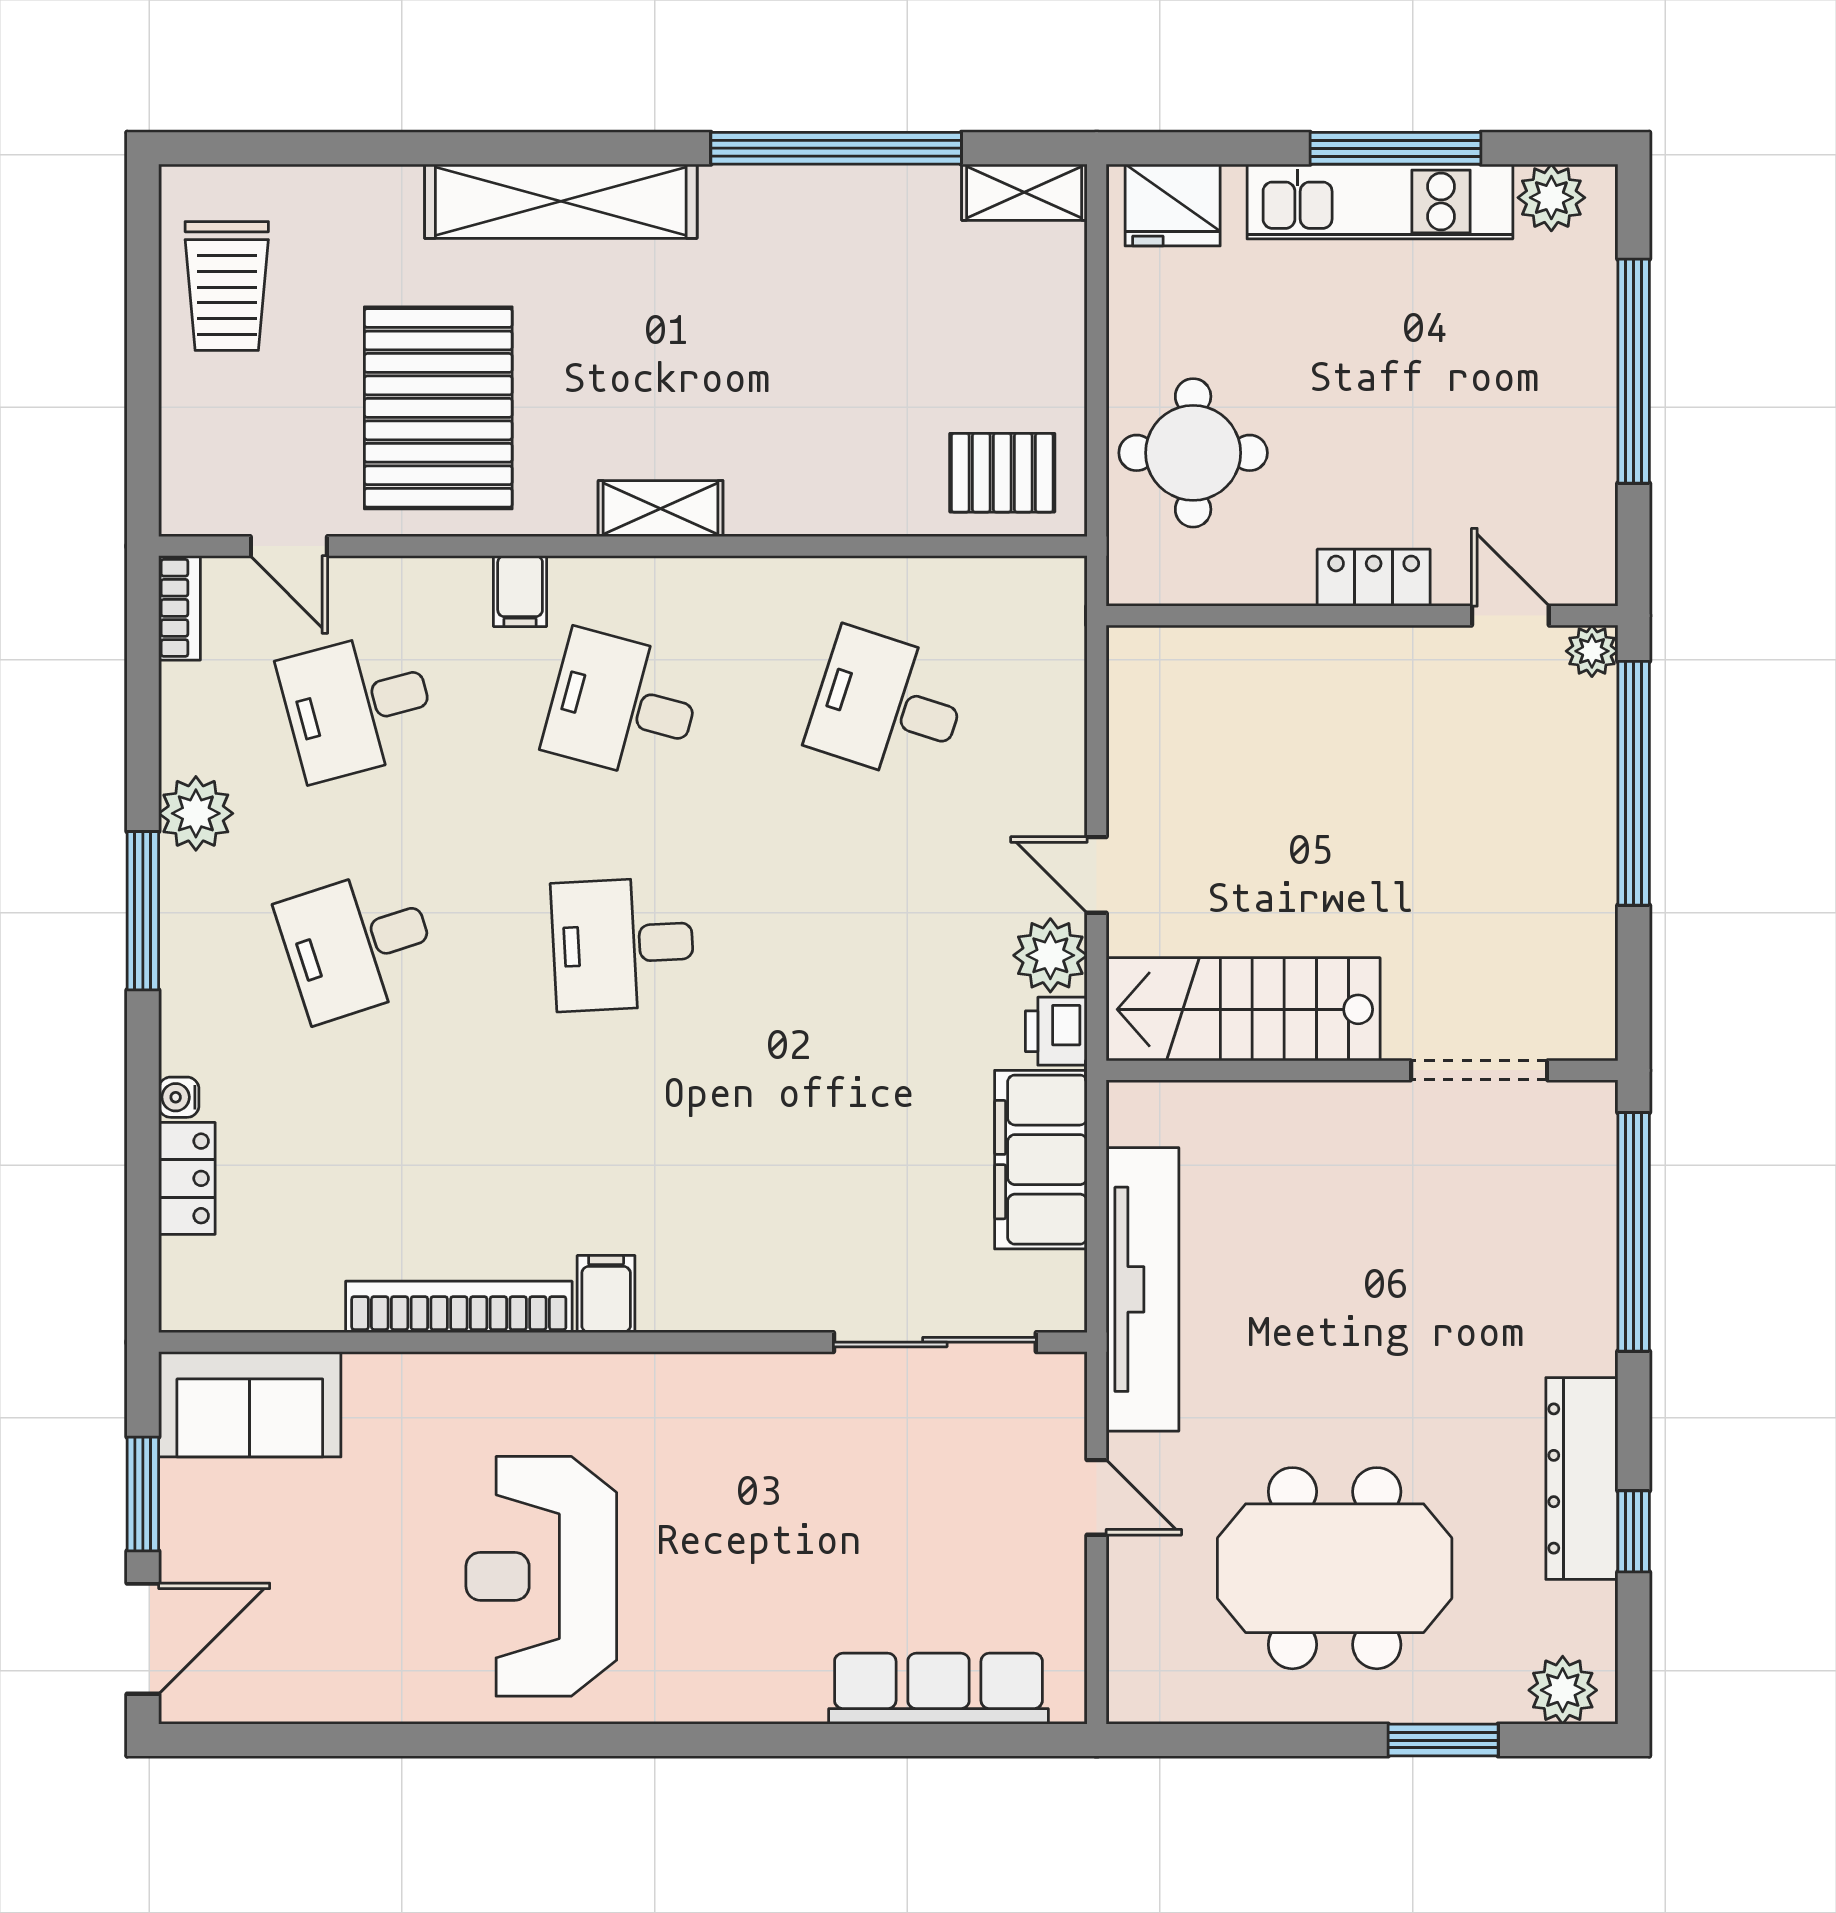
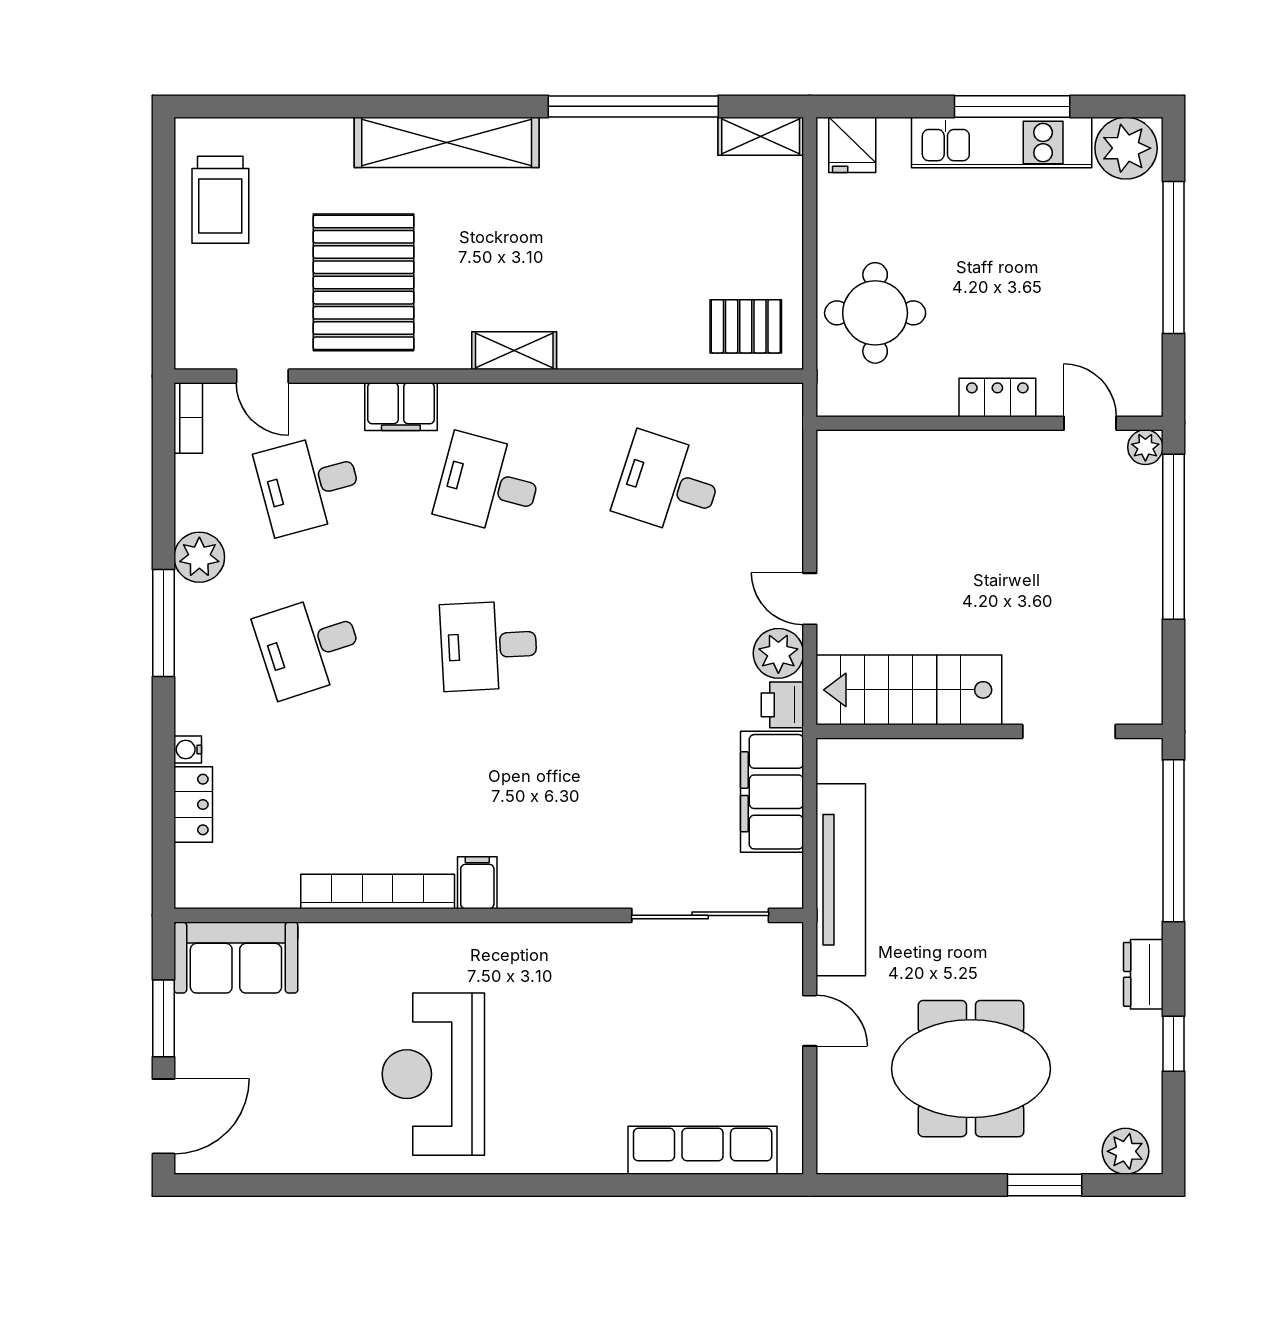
plant: (1551, 198) -> (1126, 148), width x1.36, depth x1.36
fridge: (1173, 205) -> (852, 145), width x0.72
filing cabinet: (520, 591) -> (401, 407), width x2.00
dresser: (1582, 1479) -> (1143, 974), width x0.51, depth x0.80

